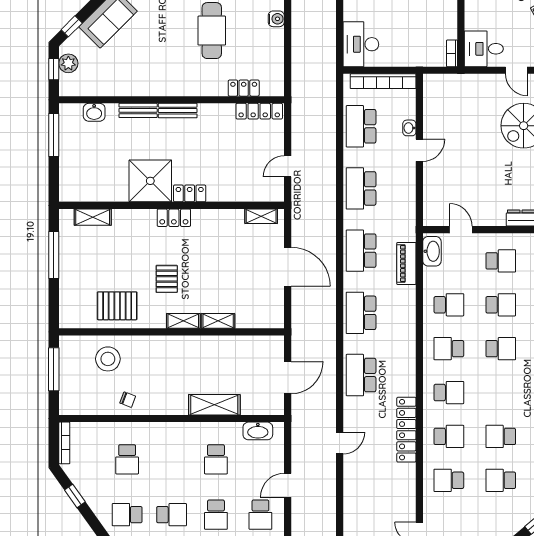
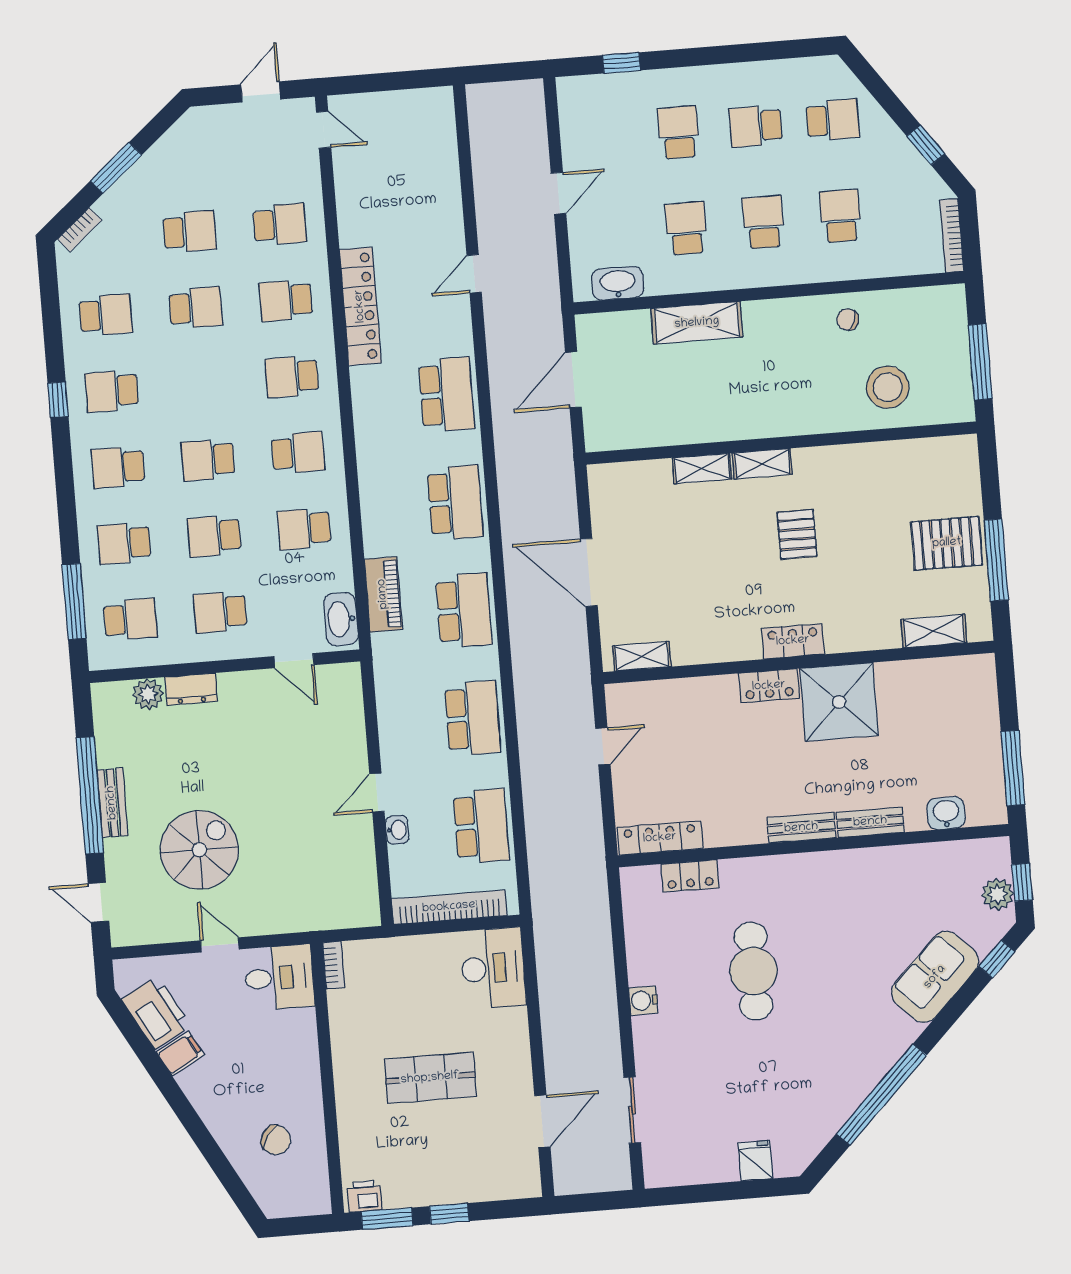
pallet: (117, 306) -> (947, 543), moved
school desk: (260, 515) -> (763, 222), moved

